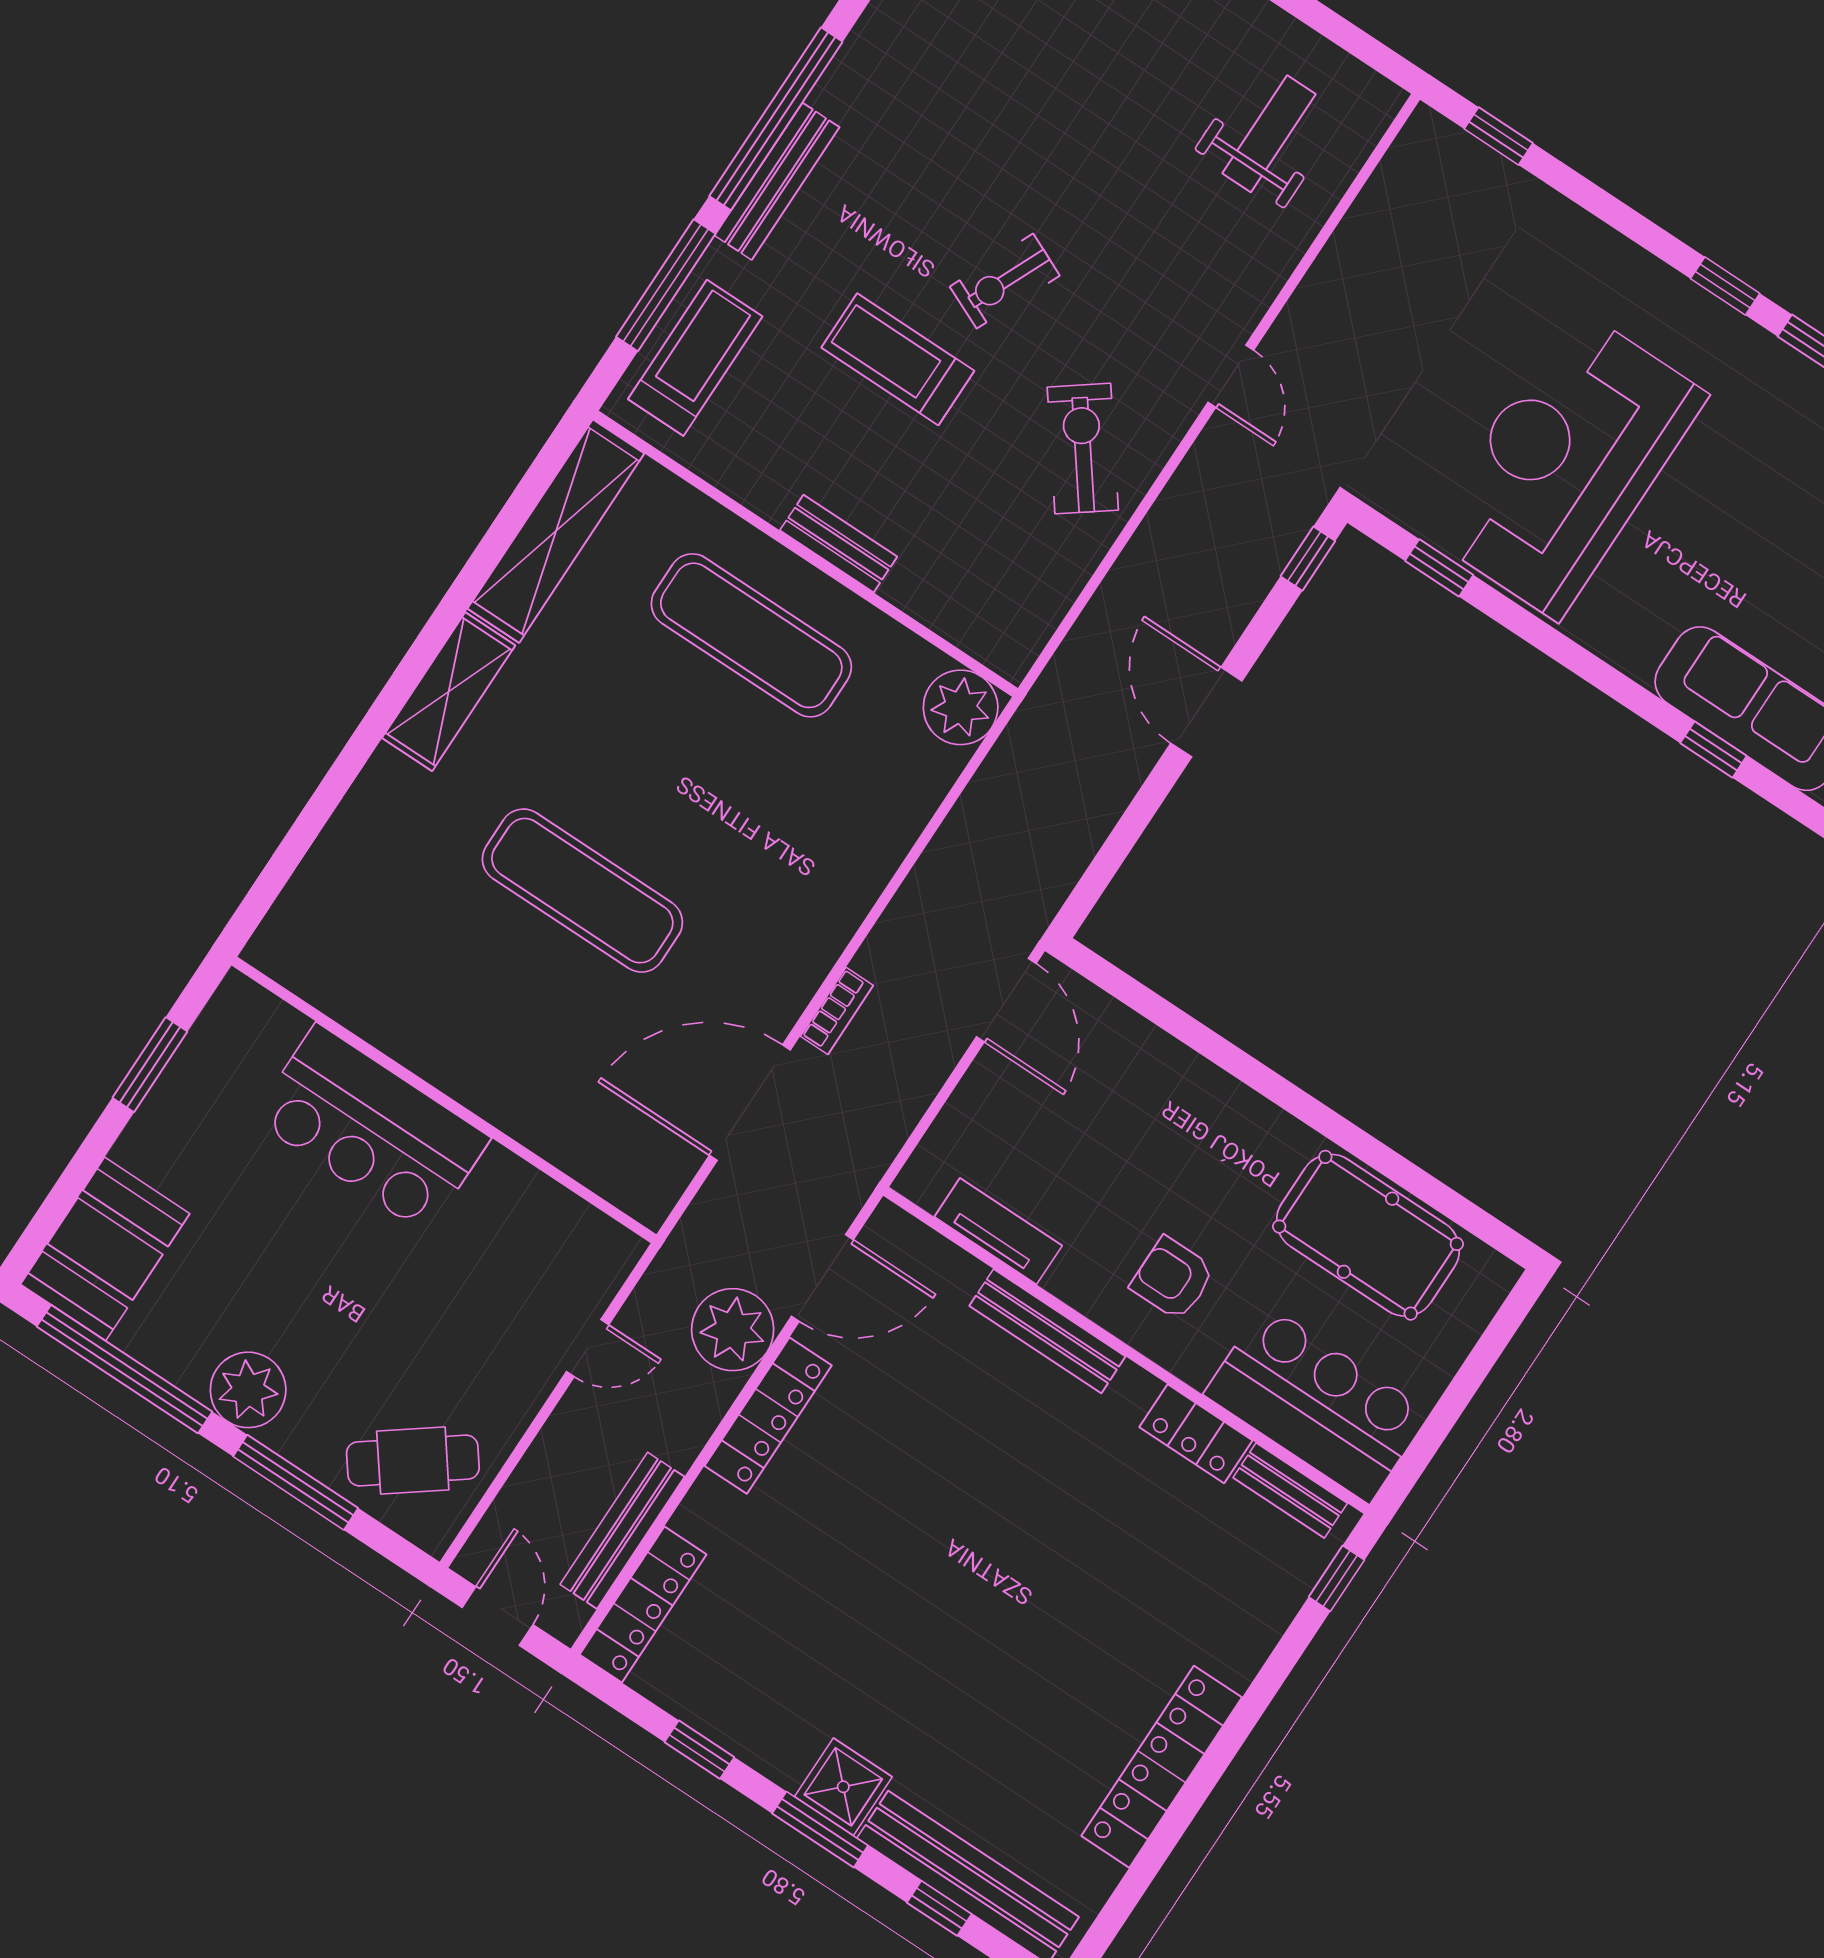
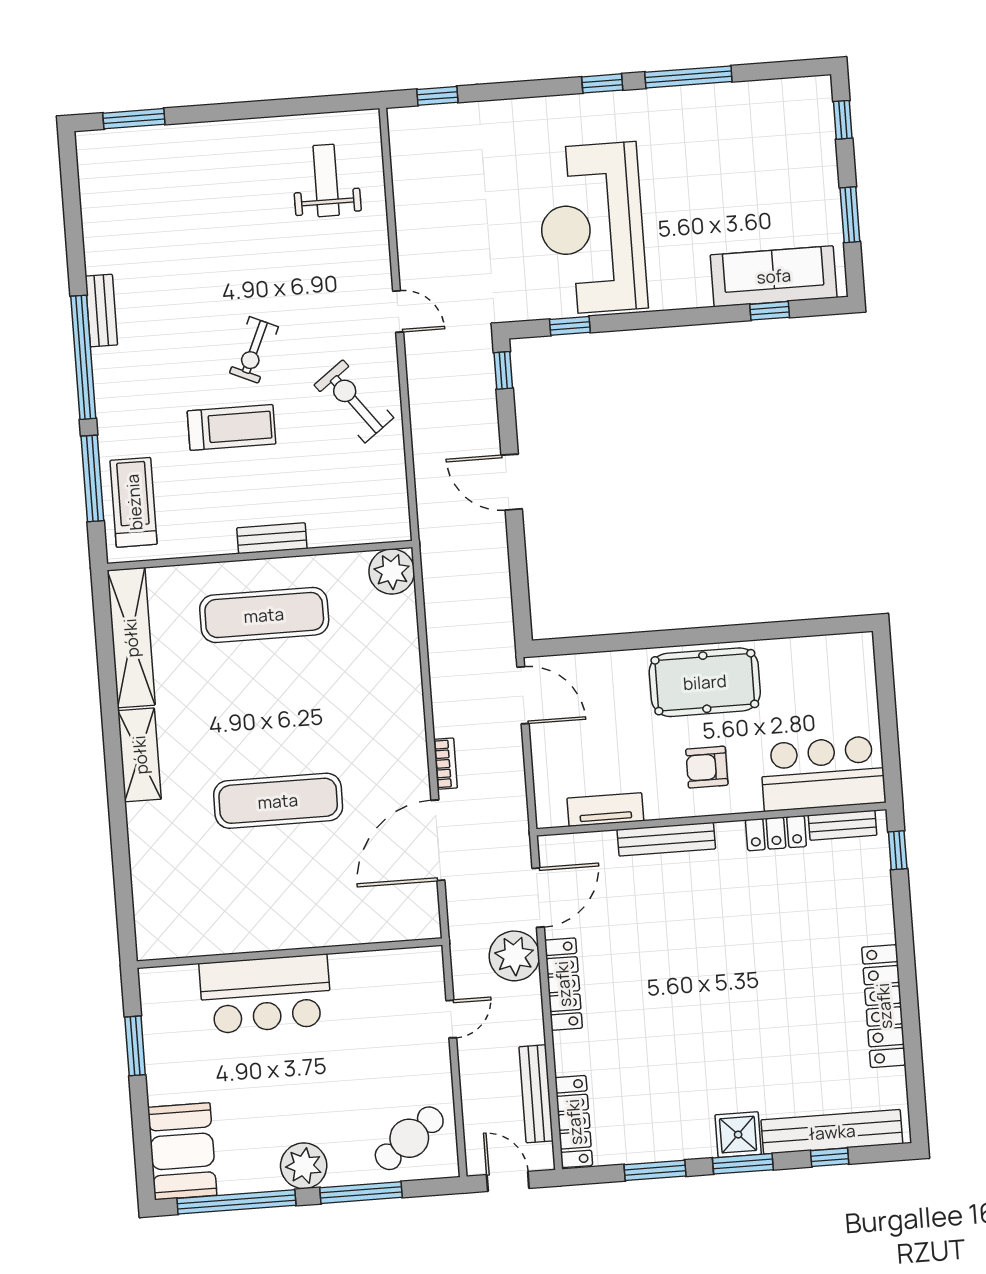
bench: (777, 181) -> (101, 311), moved, width x0.73
treadmill: (898, 359) -> (232, 427), turned 180
pool table: (1368, 1235) -> (705, 682), moved
window: (699, 1750) -> (655, 1170), width x1.50

